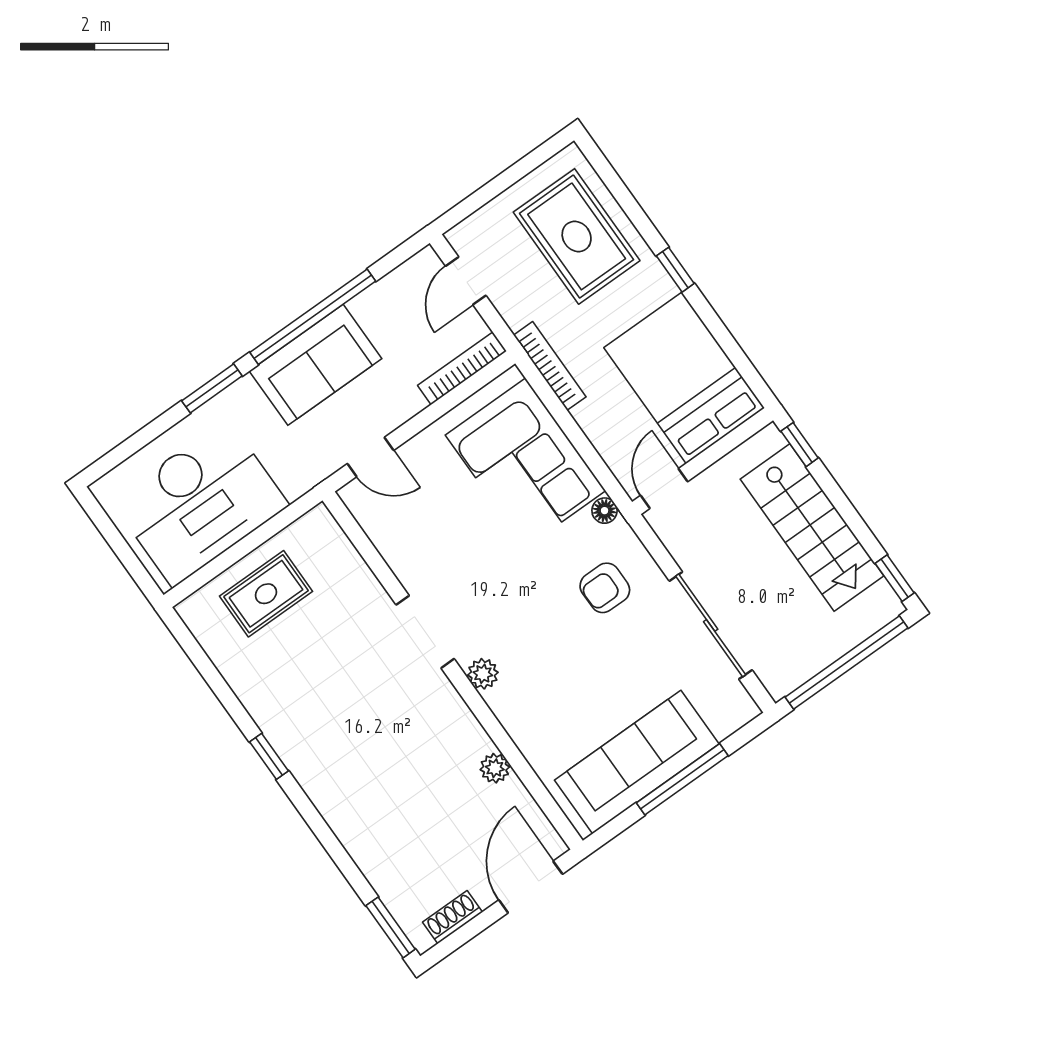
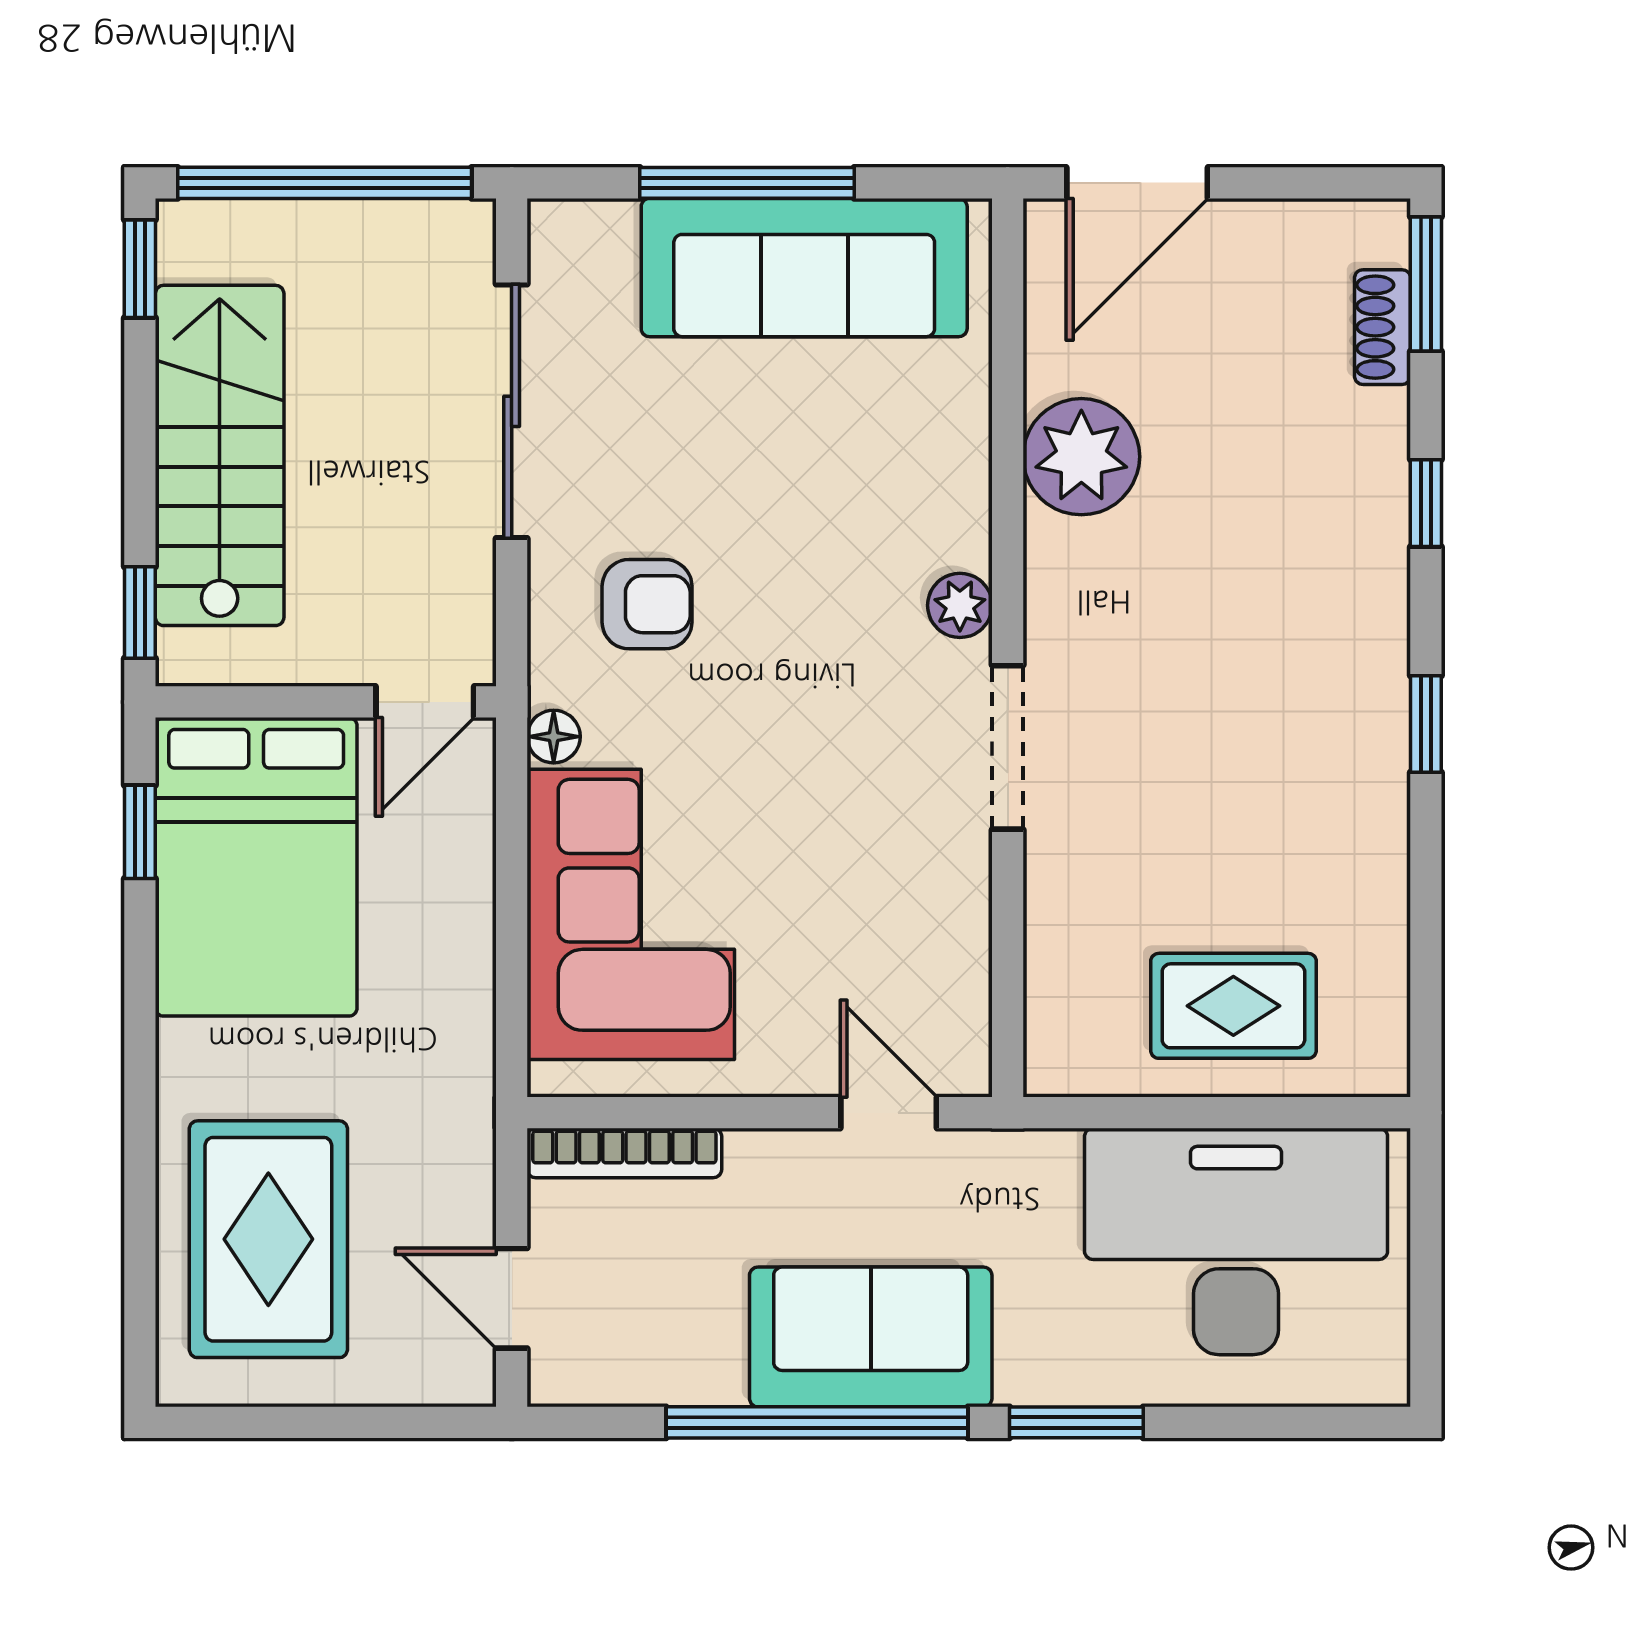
window: (675, 270) -> (140, 832), moved
door: (466, 281) -> (512, 1298), swing flipped
bookcase: (550, 366) -> (471, 1050), removed
plant: (495, 768) -> (1081, 457), width x1.88, depth x1.88
window: (330, 842) -> (1426, 503), added
shoe rack: (452, 917) -> (1383, 327), moved, turned 90

